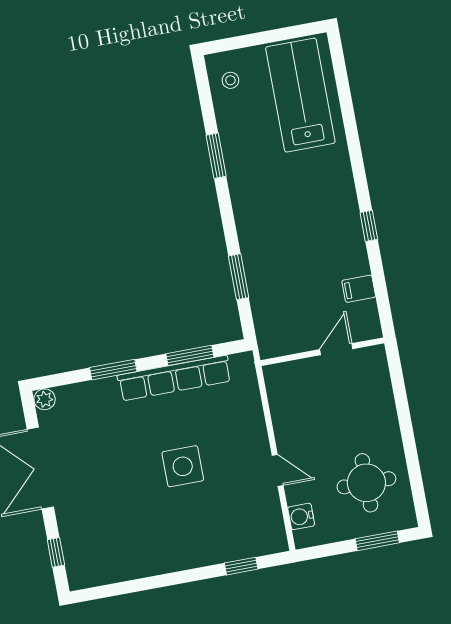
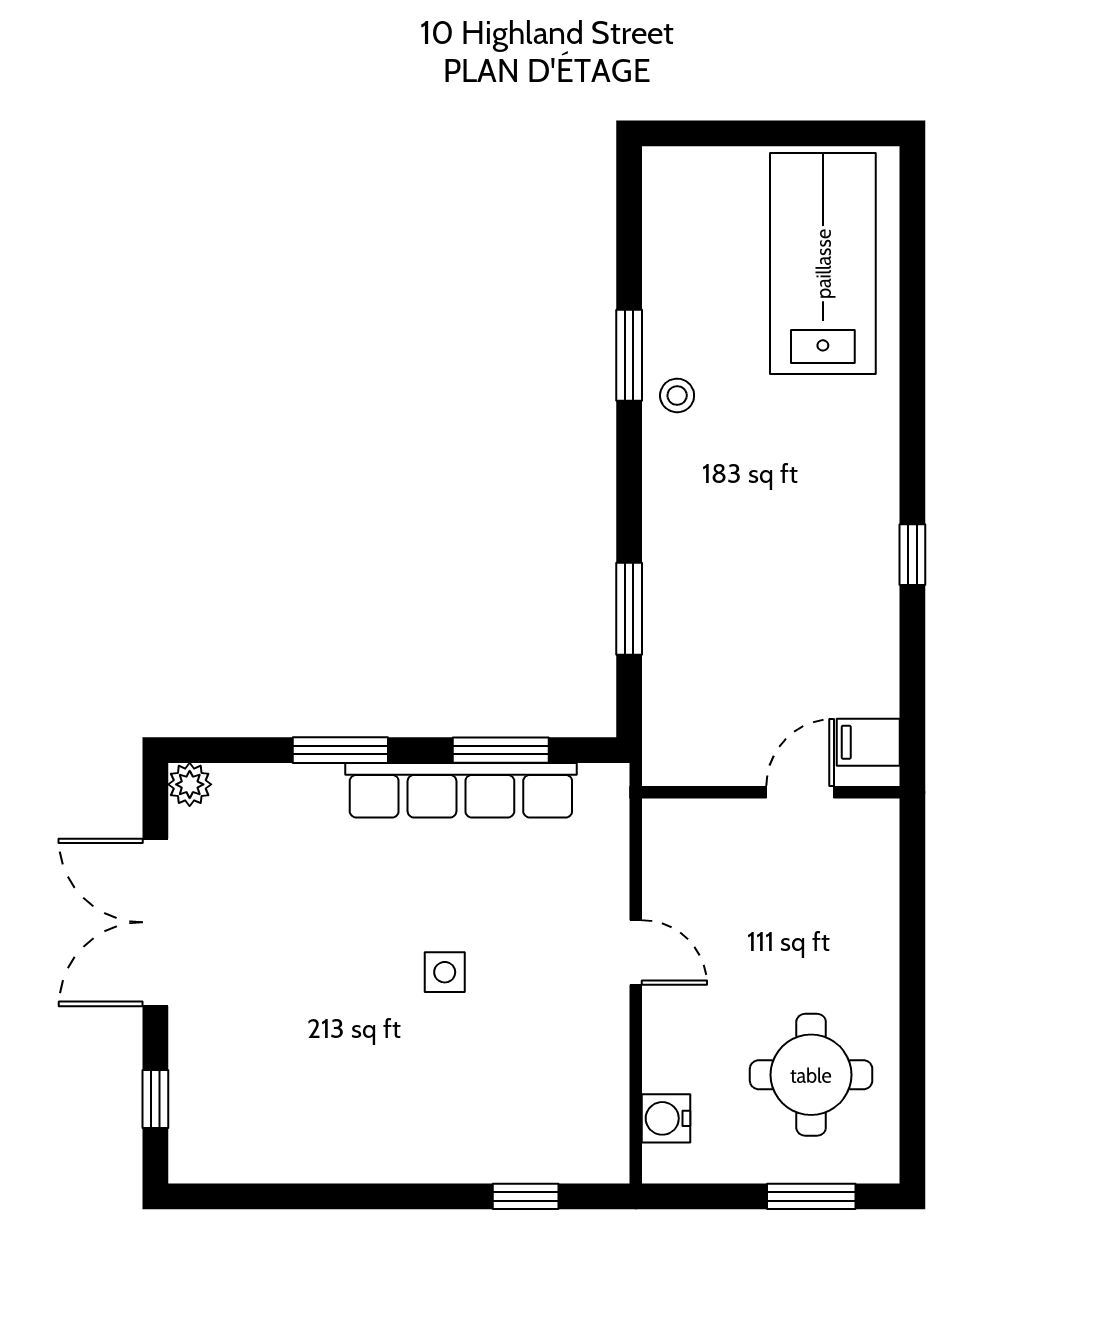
stool: (230, 80) -> (677, 395), moved
filing cabinet: (359, 289) -> (868, 742), moved
side table: (183, 466) -> (445, 972), width x0.54, depth x0.54
door: (278, 470) -> (636, 952), moved

